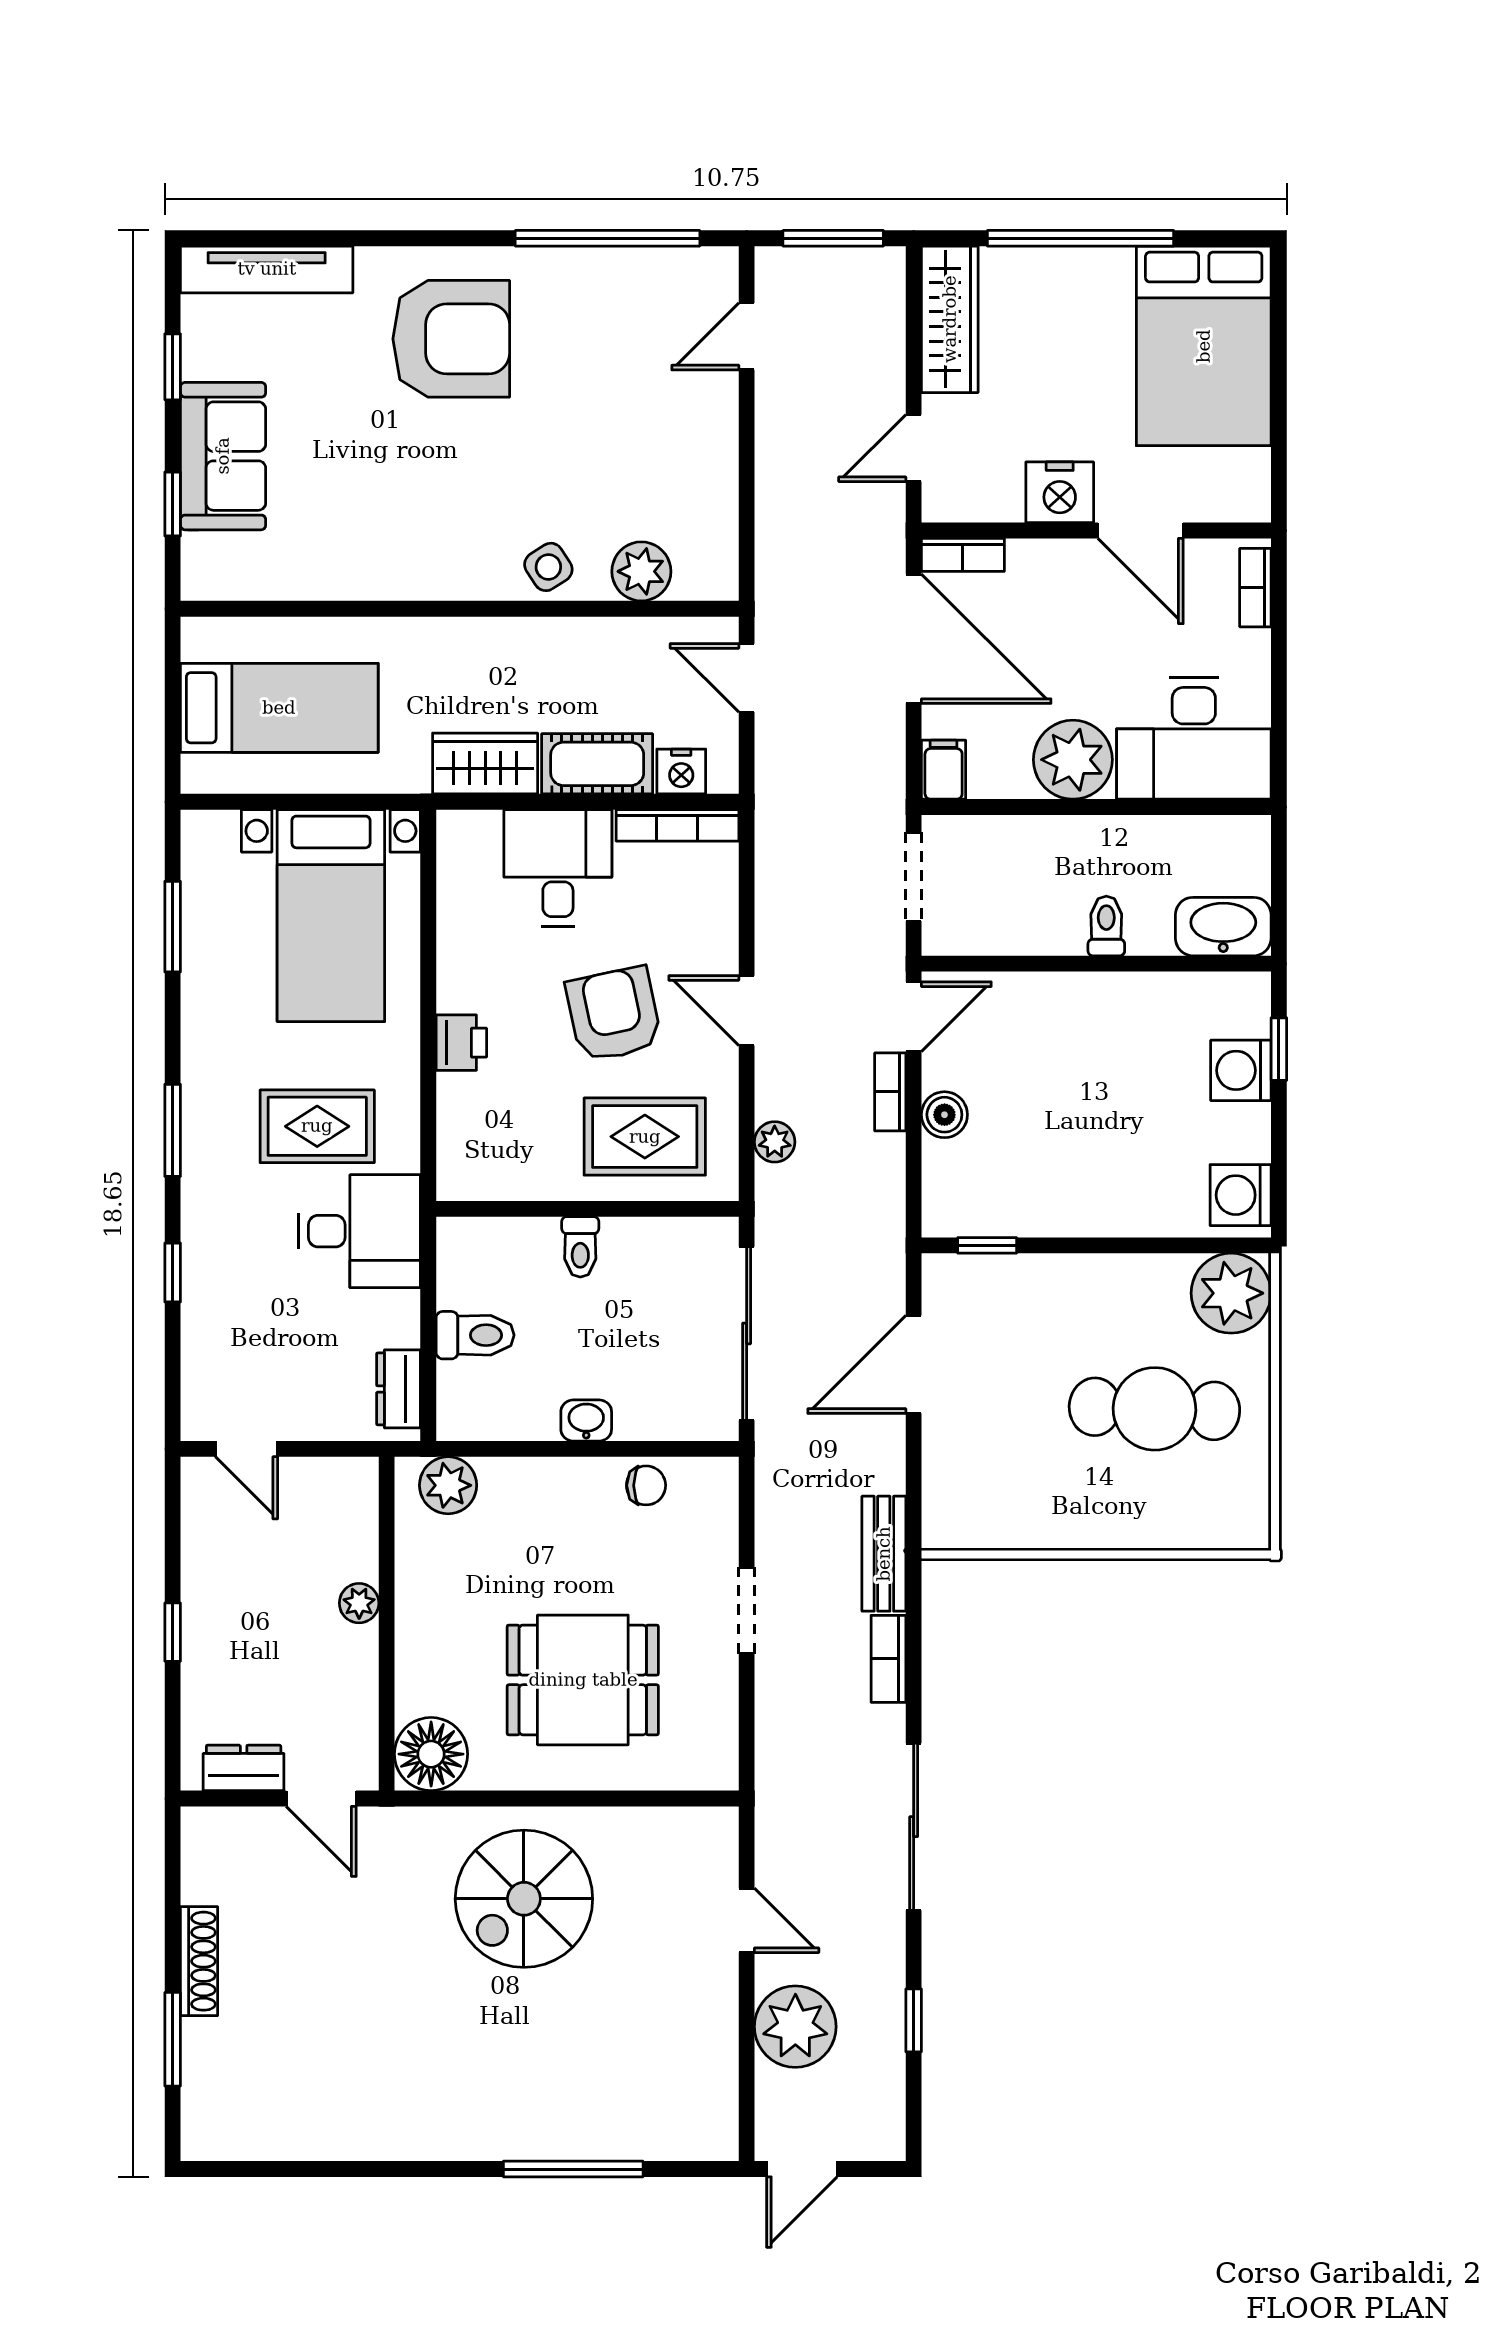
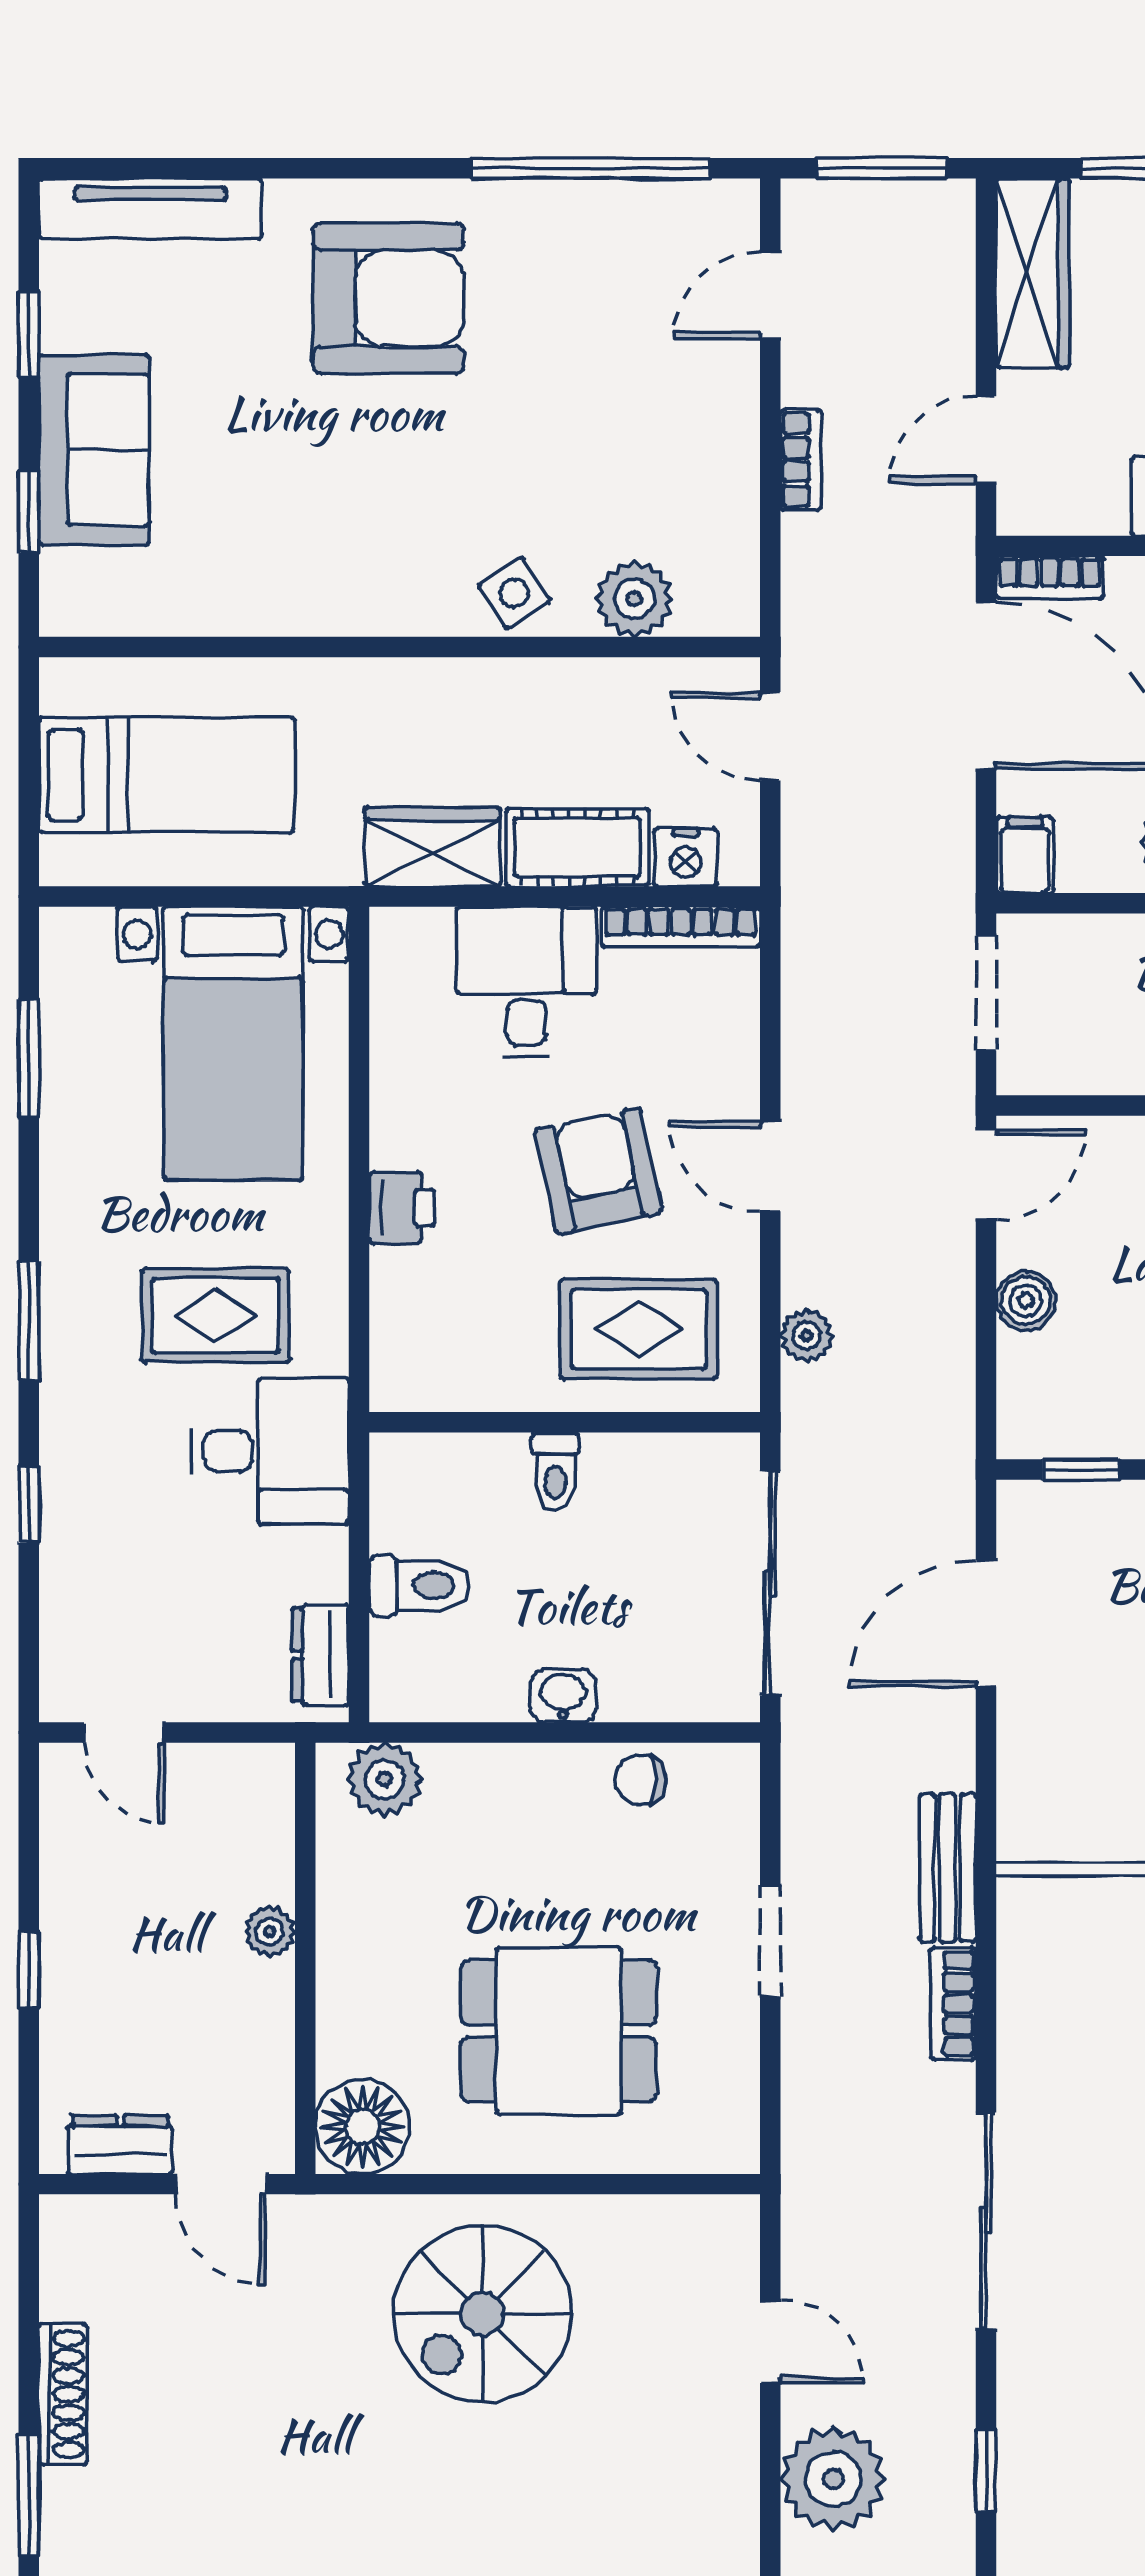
bookcase: (890, 1092) -> (801, 460), moved, turned 180
chair: (646, 1485) -> (640, 1780), turned 180

